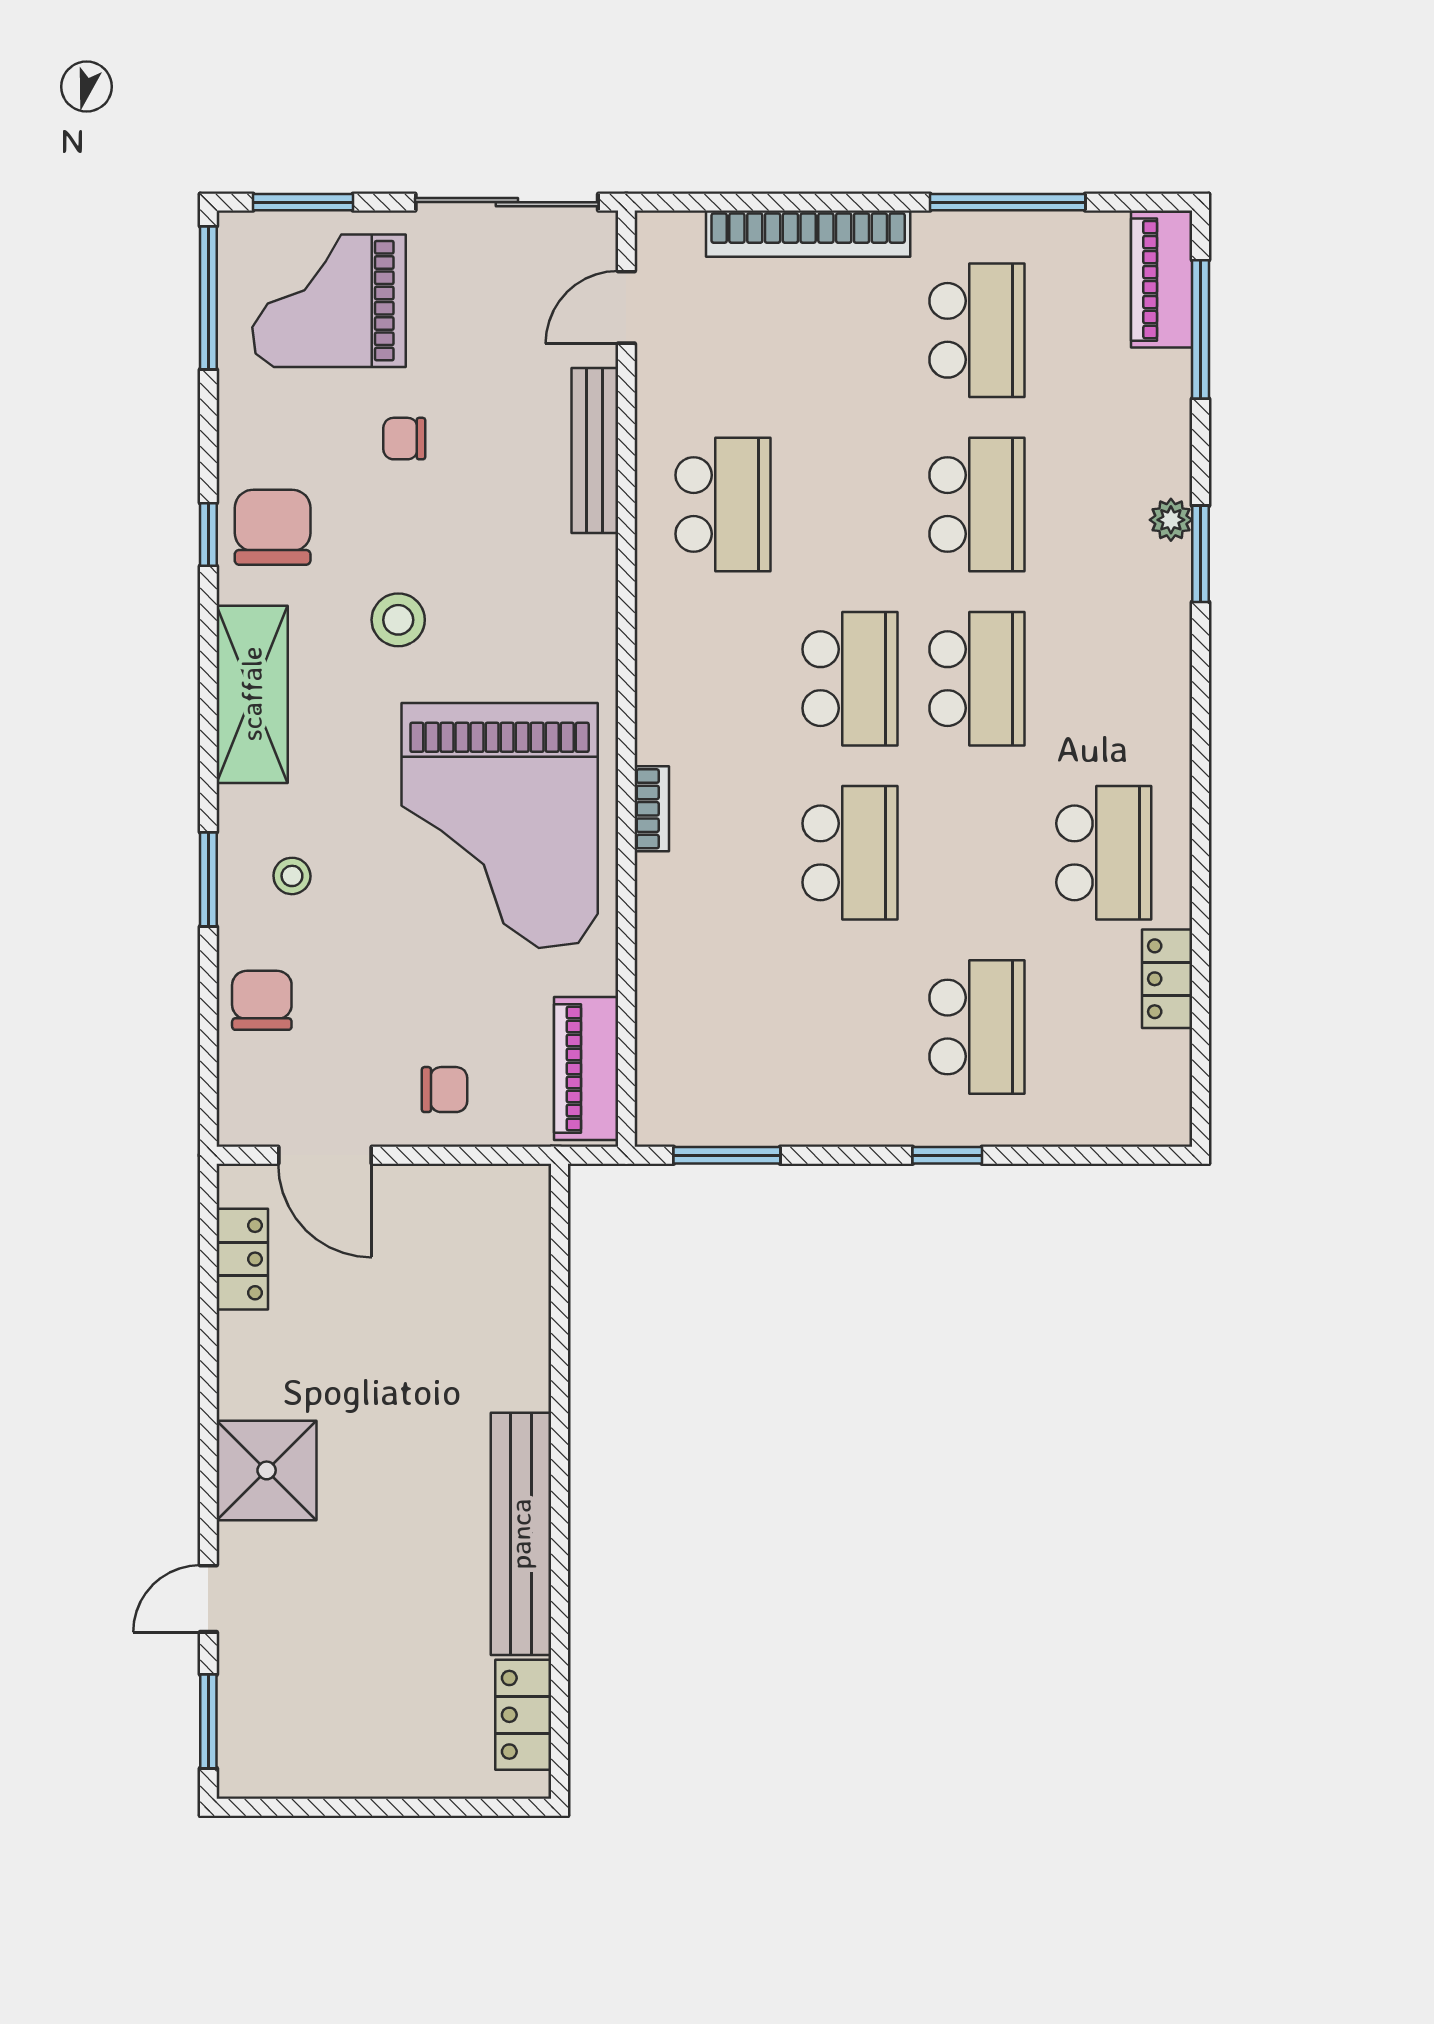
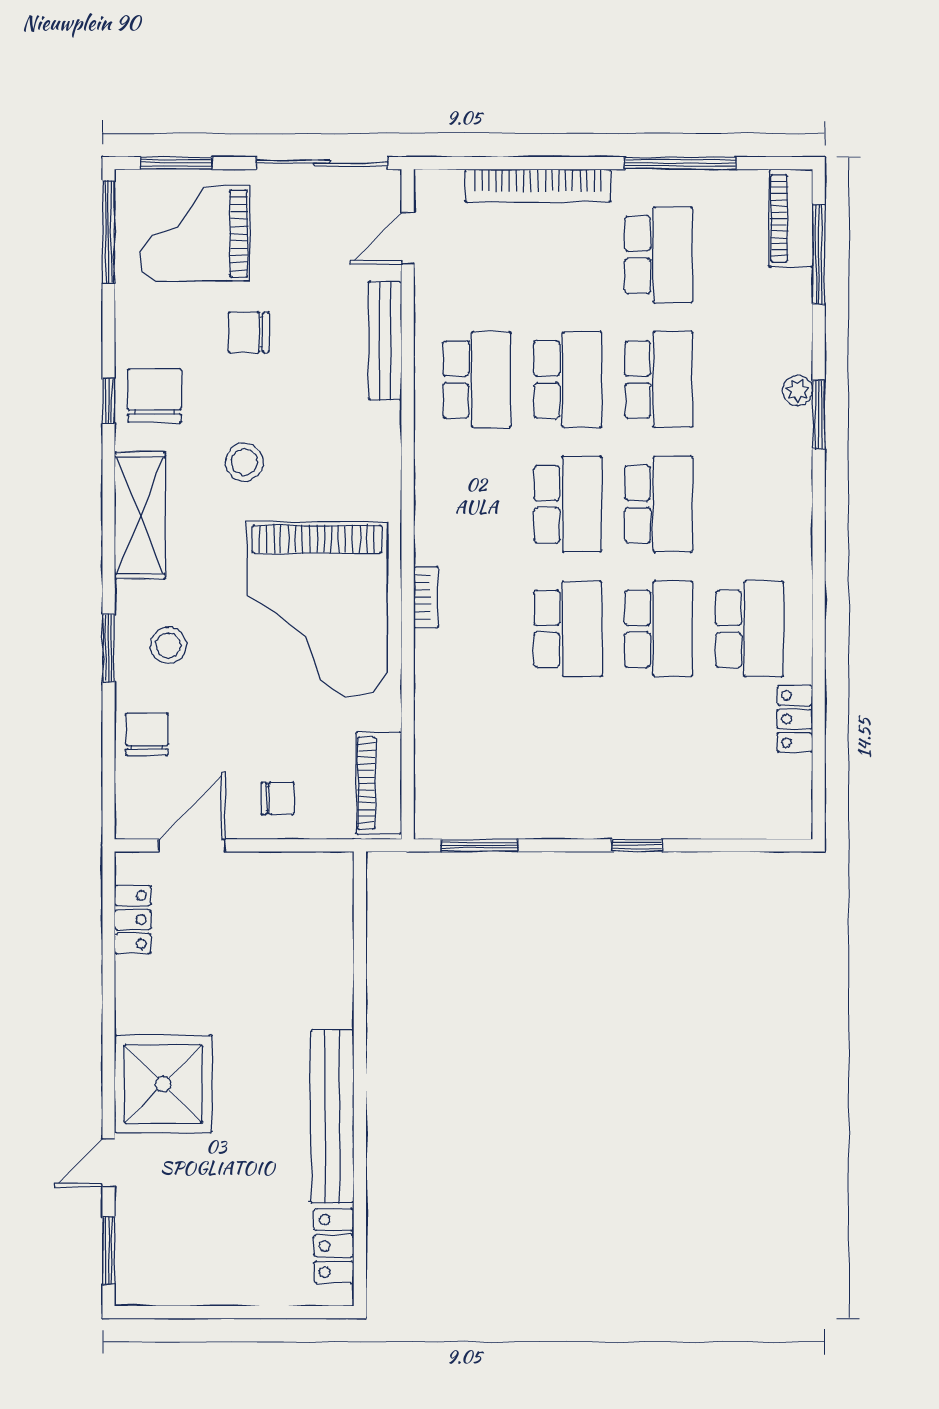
chair: (404, 439) -> (249, 332), width x1.37, depth x1.37
school desk: (850, 504) -> (568, 379), added
stool: (292, 876) -> (168, 645), width x1.37, depth x1.37
school desk: (977, 1027) -> (659, 629), moved
door: (325, 1155) -> (192, 845), swing flipped
shower: (267, 1470) -> (163, 1084), width x1.37, depth x1.37

